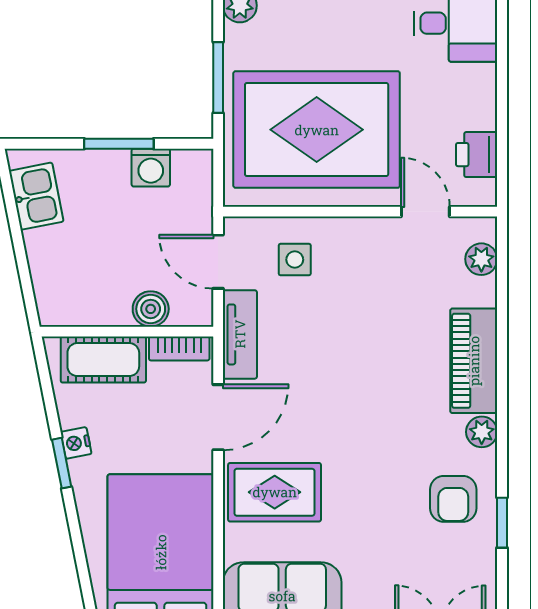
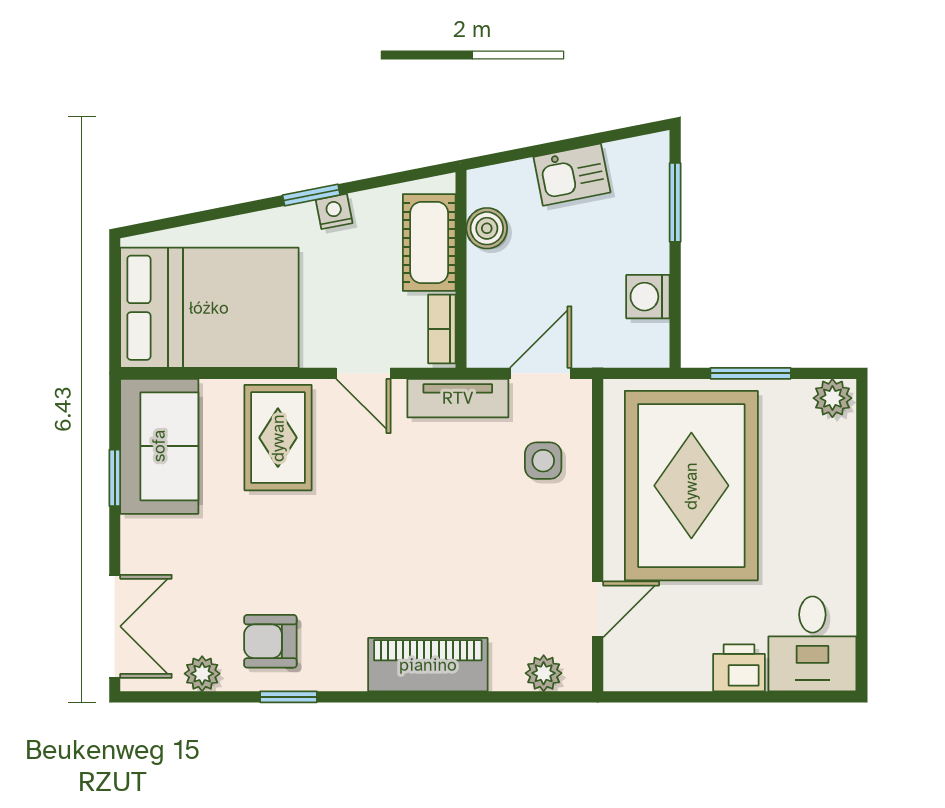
window: (119, 144) -> (675, 202), moved
printer: (477, 155) -> (739, 668), moved
kitchen sink: (36, 196) -> (572, 175), moved
boiler: (151, 309) -> (487, 228), moved
door: (218, 417) -> (363, 373), width x0.73
plant: (482, 432) -> (202, 674), moved
window: (502, 523) -> (288, 697), moved

